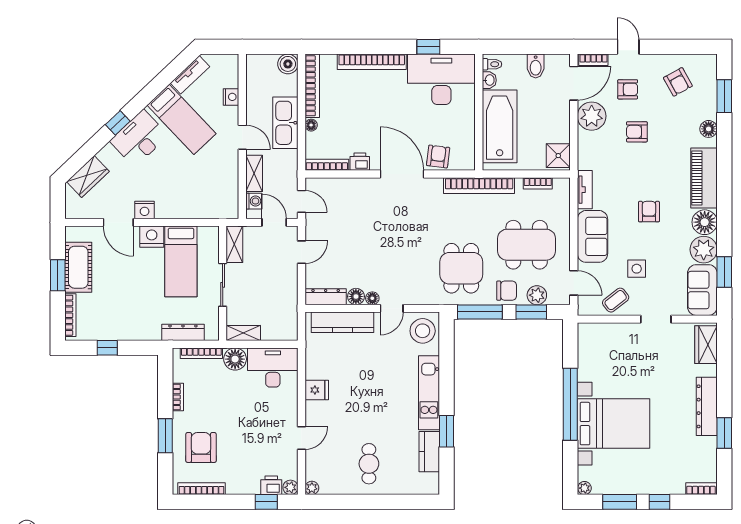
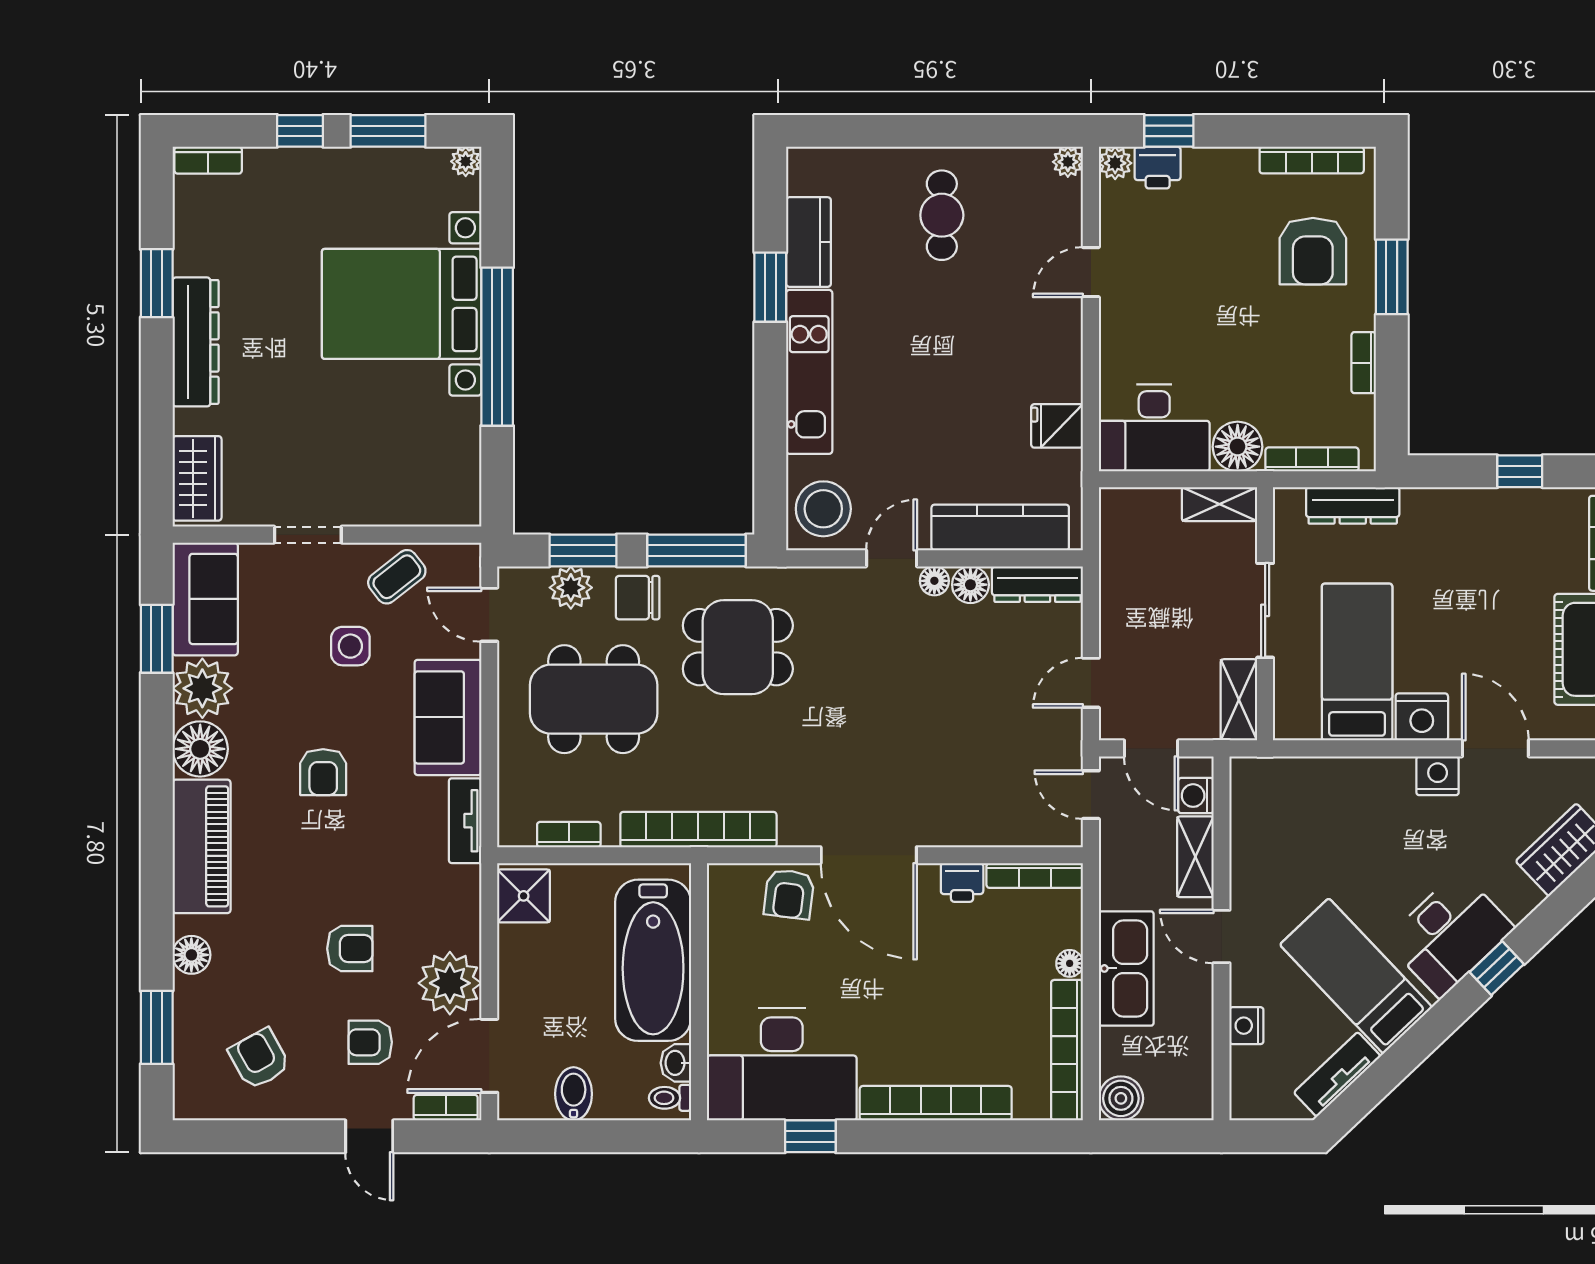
dining table: (461, 268) -> (738, 647), turned 90
fridge: (317, 390) -> (1057, 426), moved

